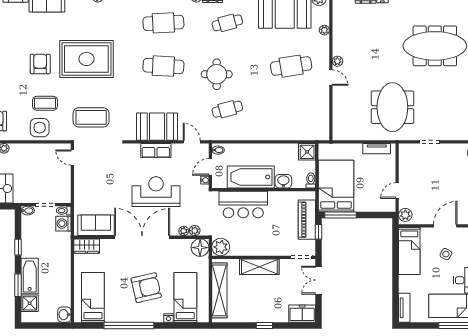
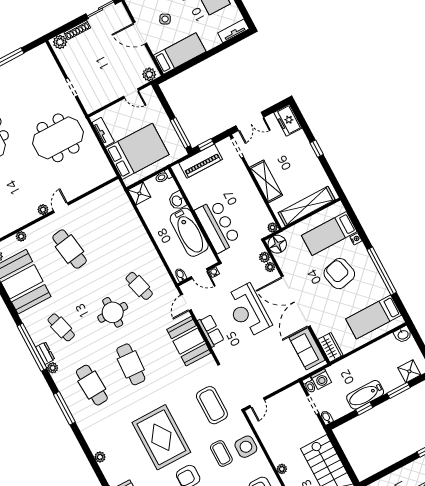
bed: (336, 186) -> (137, 151), moved, turned 180
plant: (221, 247) -> (272, 228), width x0.53, depth x0.53
bathtub: (30, 276) -> (365, 395), moved

